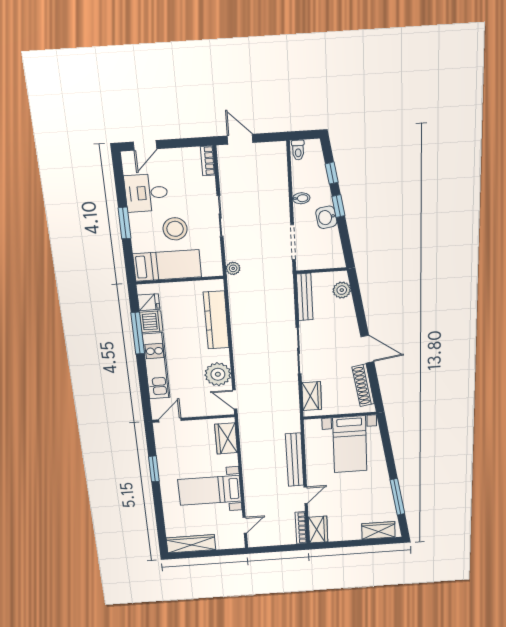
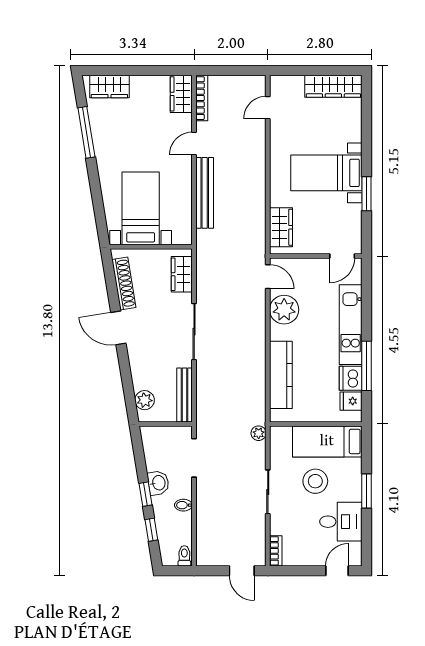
bed with nightstands: (210, 490) -> (326, 173), moved, turned 180

